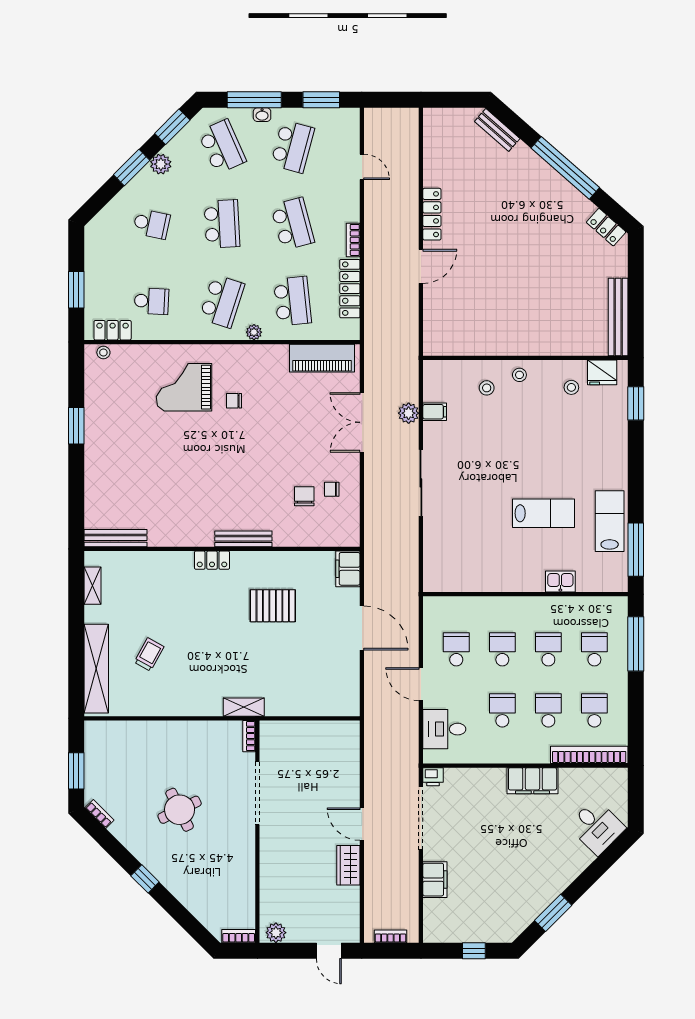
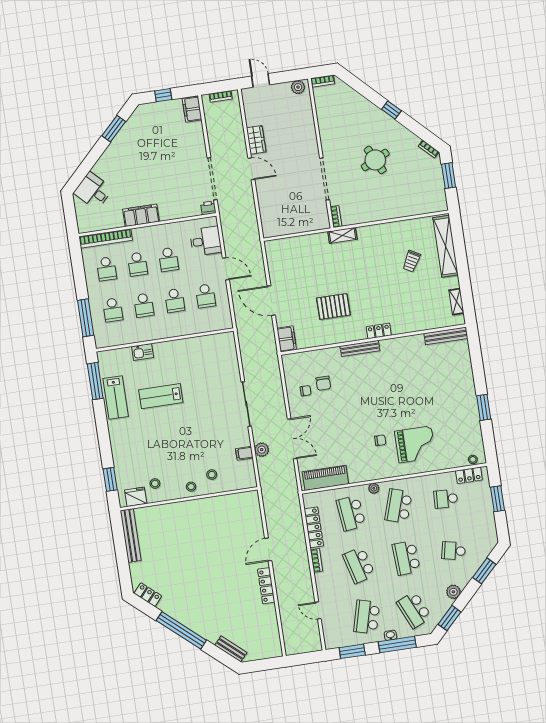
window: (132, 167) -> (484, 571), moved
filing cabinet: (435, 880) -> (192, 109), moved

